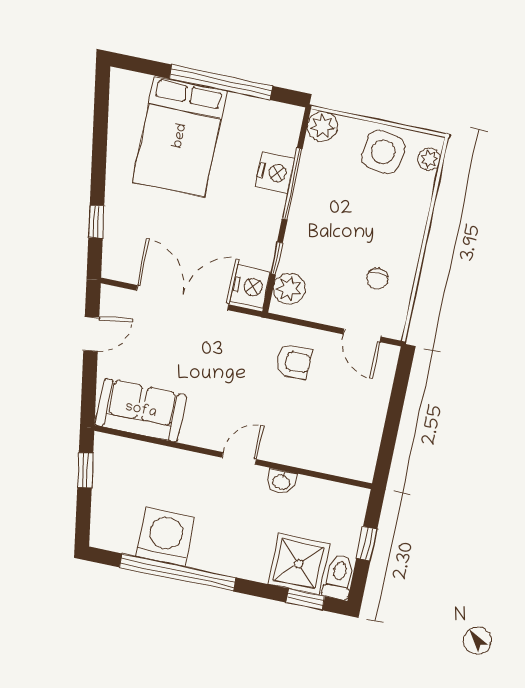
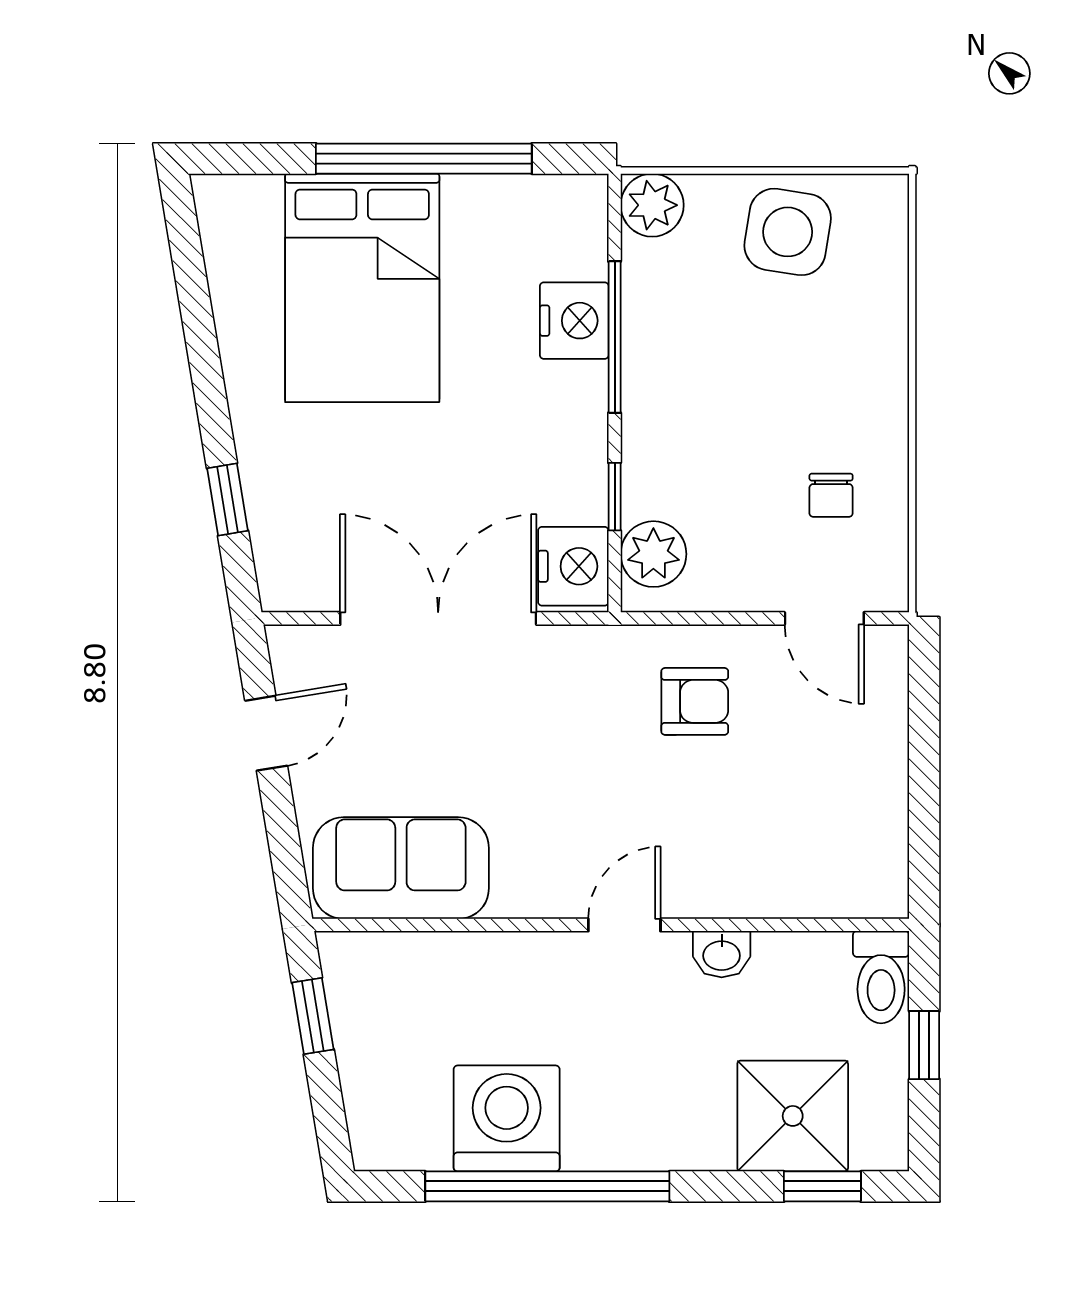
plant: (429, 159) -> (886, 227), removed
toilet: (339, 577) -> (881, 977), moved, turned 180

